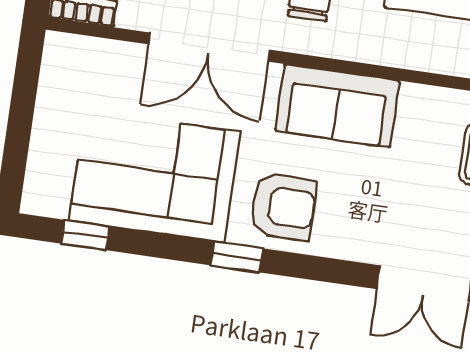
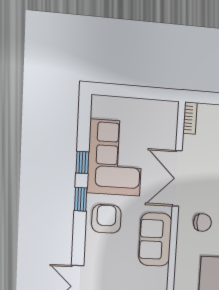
armchair: (283, 207) -> (106, 219), turned 180
window: (85, 235) -> (82, 162), moved

